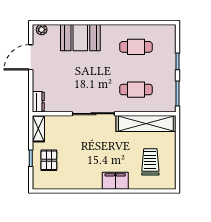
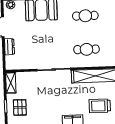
dresser: (38, 102) -> (9, 47), moved
trolley: (150, 162) -> (100, 106), turned -90

